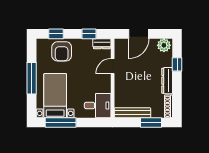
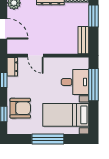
desk: (98, 106) -> (75, 82), moved, turned 90
bench: (132, 113) -> (83, 40), width x0.73
window: (61, 122) -> (93, 85), moved

